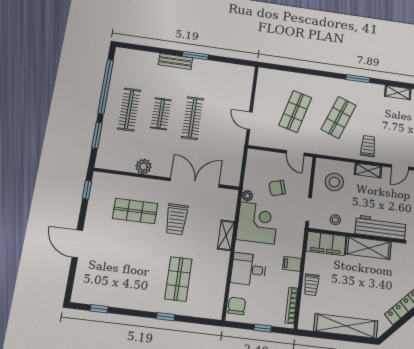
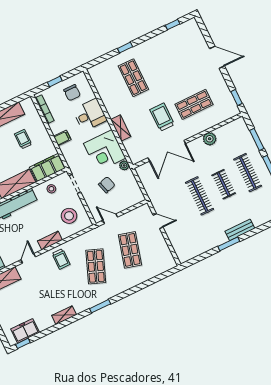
trolley: (311, 285) -> (23, 139), moved
chair: (237, 306) -> (72, 93), moved

